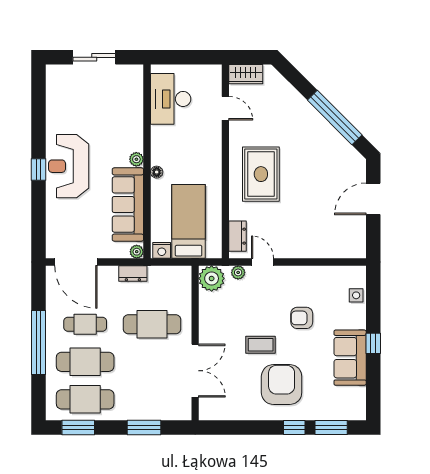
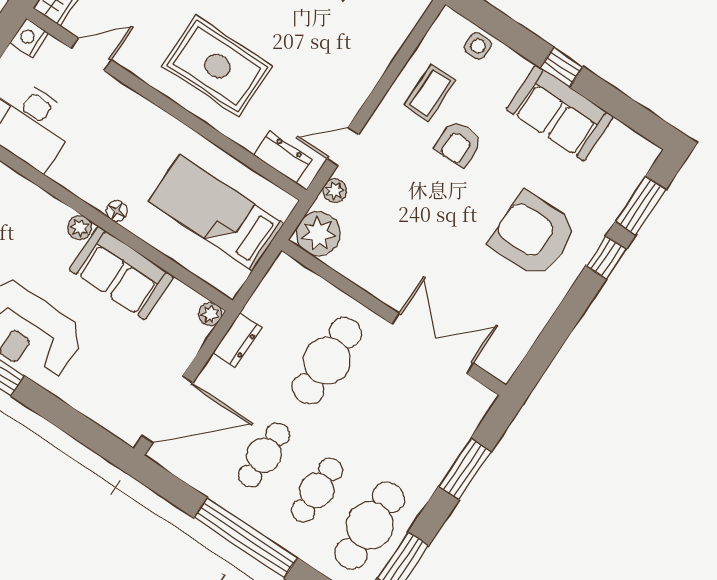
sofa: (128, 204) -> (122, 273), width x0.73
nightstand: (162, 250) -> (29, 38), moved, turned 180
coffee table: (261, 345) -> (430, 93), moved
cafe table: (85, 362) -> (317, 490), width x0.73, depth x0.74

